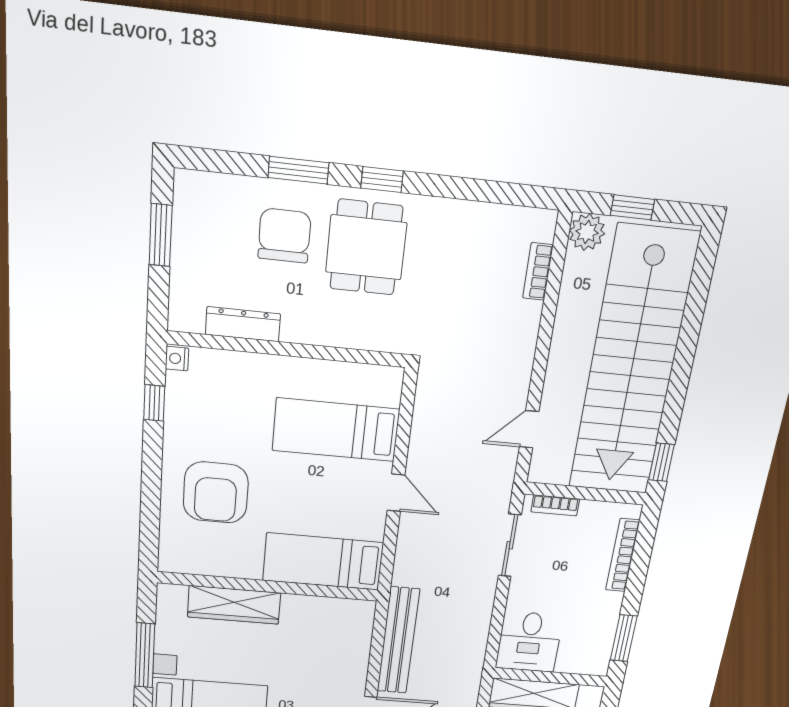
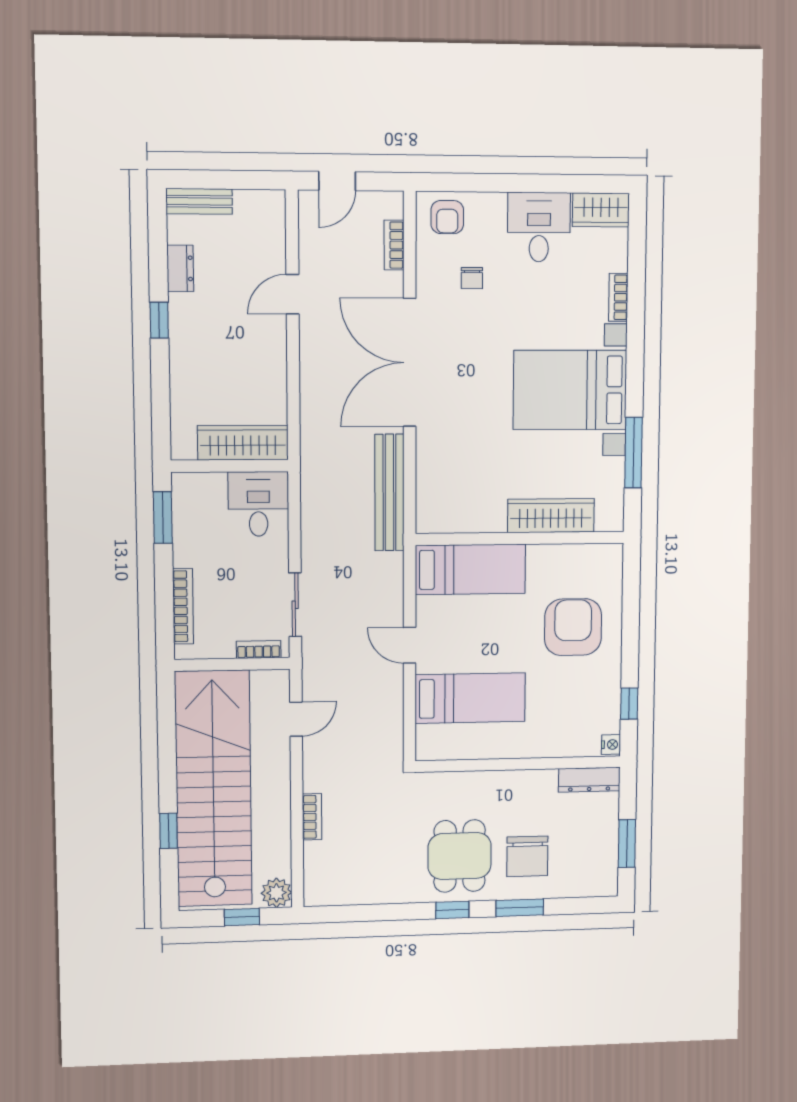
bookcase: (538, 271) -> (312, 817), moved
dresser: (243, 324) -> (589, 780), moved
window: (662, 462) -> (168, 831), moved

